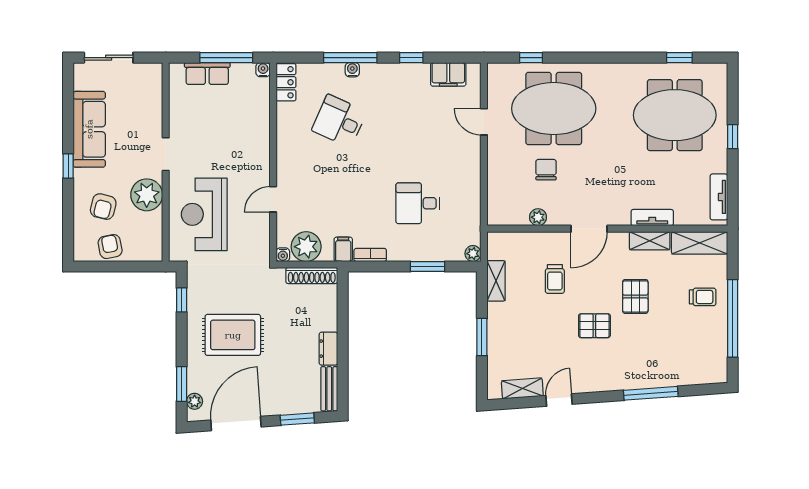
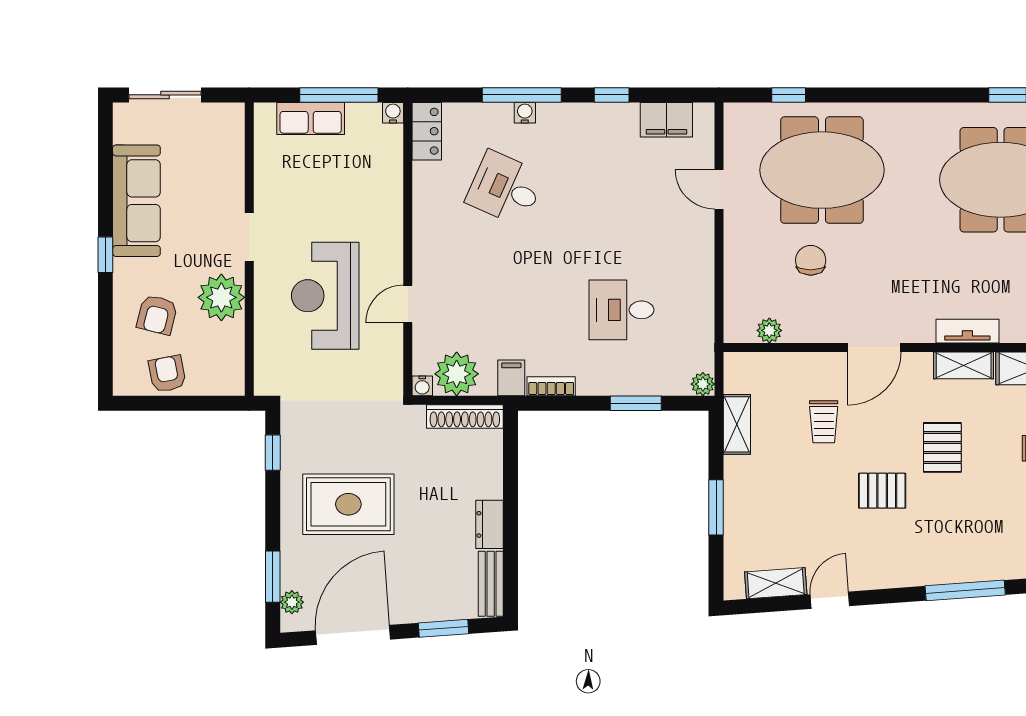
reception desk: (204, 214) -> (325, 296), moved
plant: (538, 217) -> (769, 330), moved

